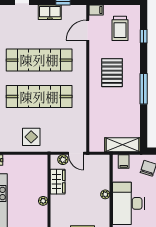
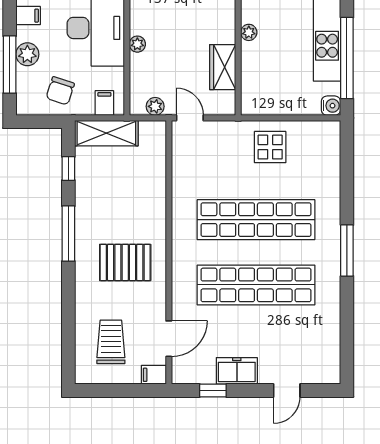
window: (144, 36) -> (68, 169), moved
pallet: (112, 73) -> (125, 262), turned 90
plant: (63, 160) -> (155, 106), moved

